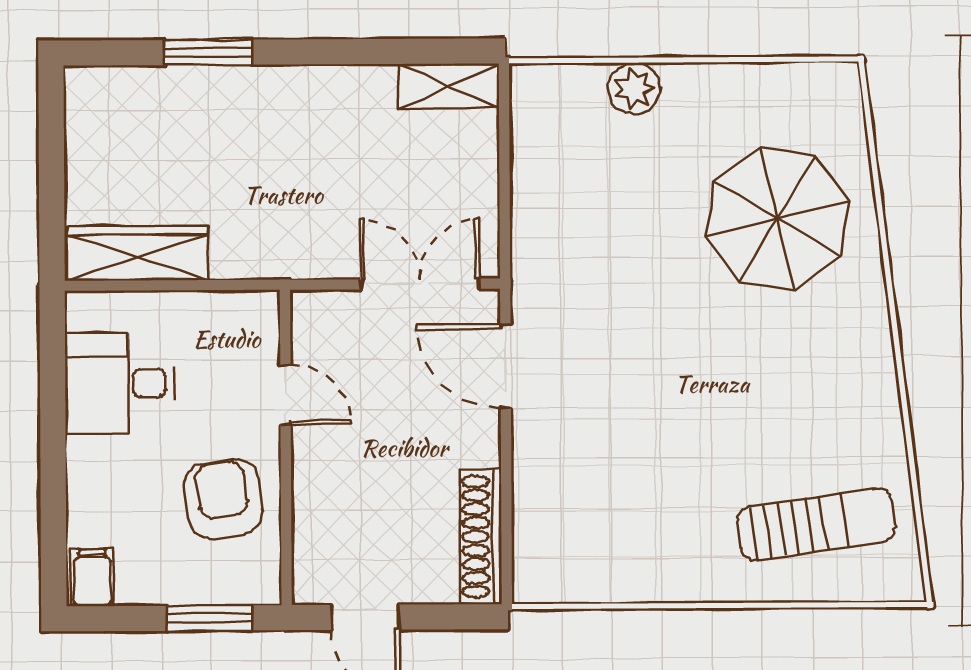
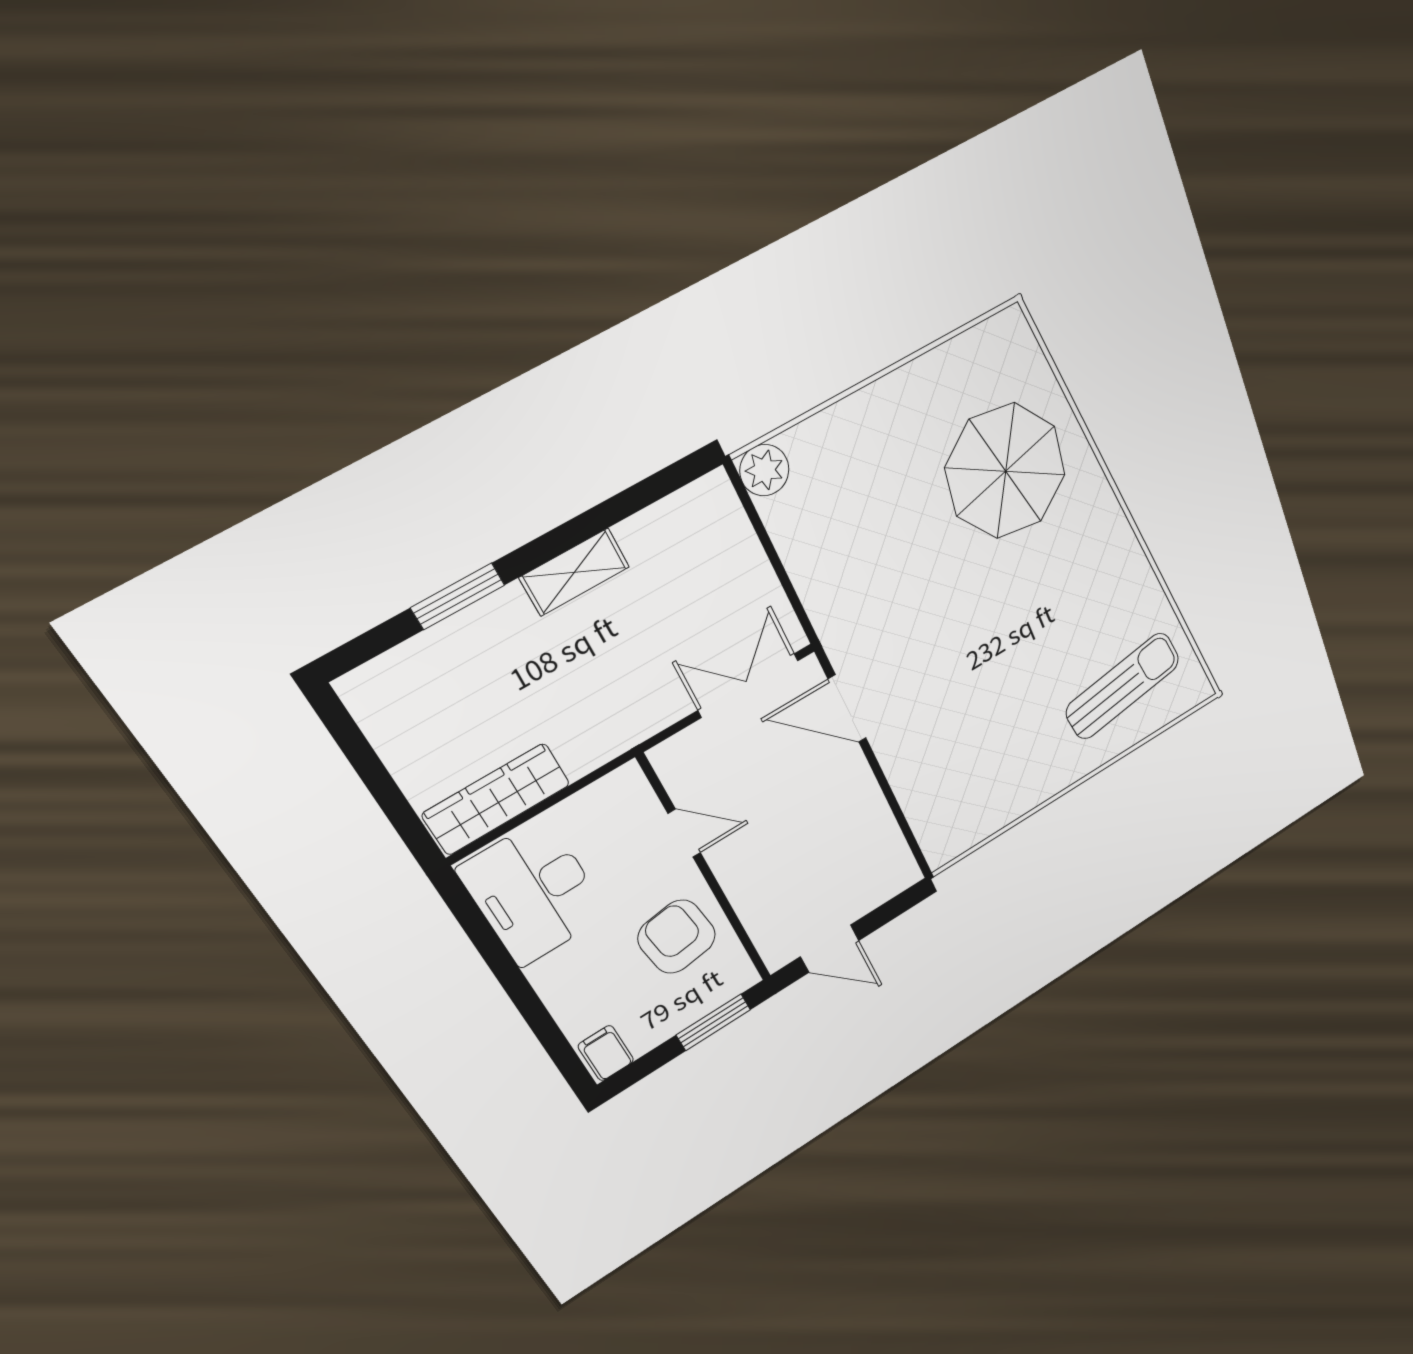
shelving: (449, 86) -> (574, 572), moved
plant: (634, 89) -> (764, 470), moved
desk: (120, 383) -> (534, 892), width x1.37
shoe rack: (481, 537) -> (887, 842), removed

